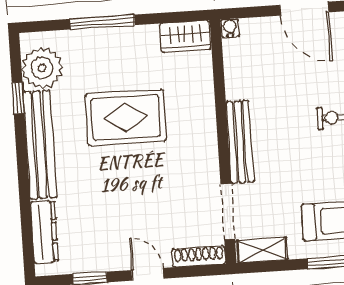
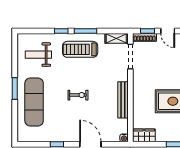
bench: (240, 142) -> (123, 100), moved
window: (193, 271) -> (147, 31), added

